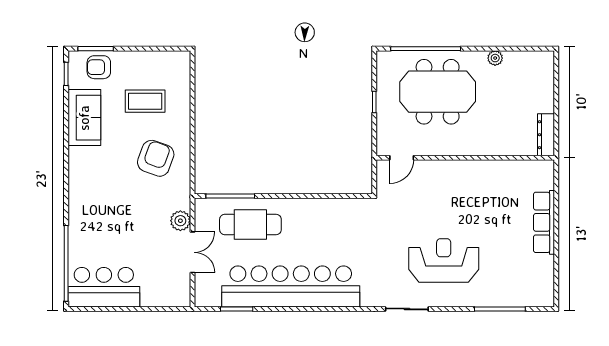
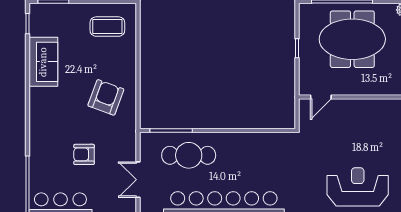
armchair: (99, 67) -> (84, 154), moved
coffee table: (145, 101) -> (107, 27), moved
plant: (180, 221) -> (127, 152), removed
double door: (192, 252) -> (138, 180), swing flipped

